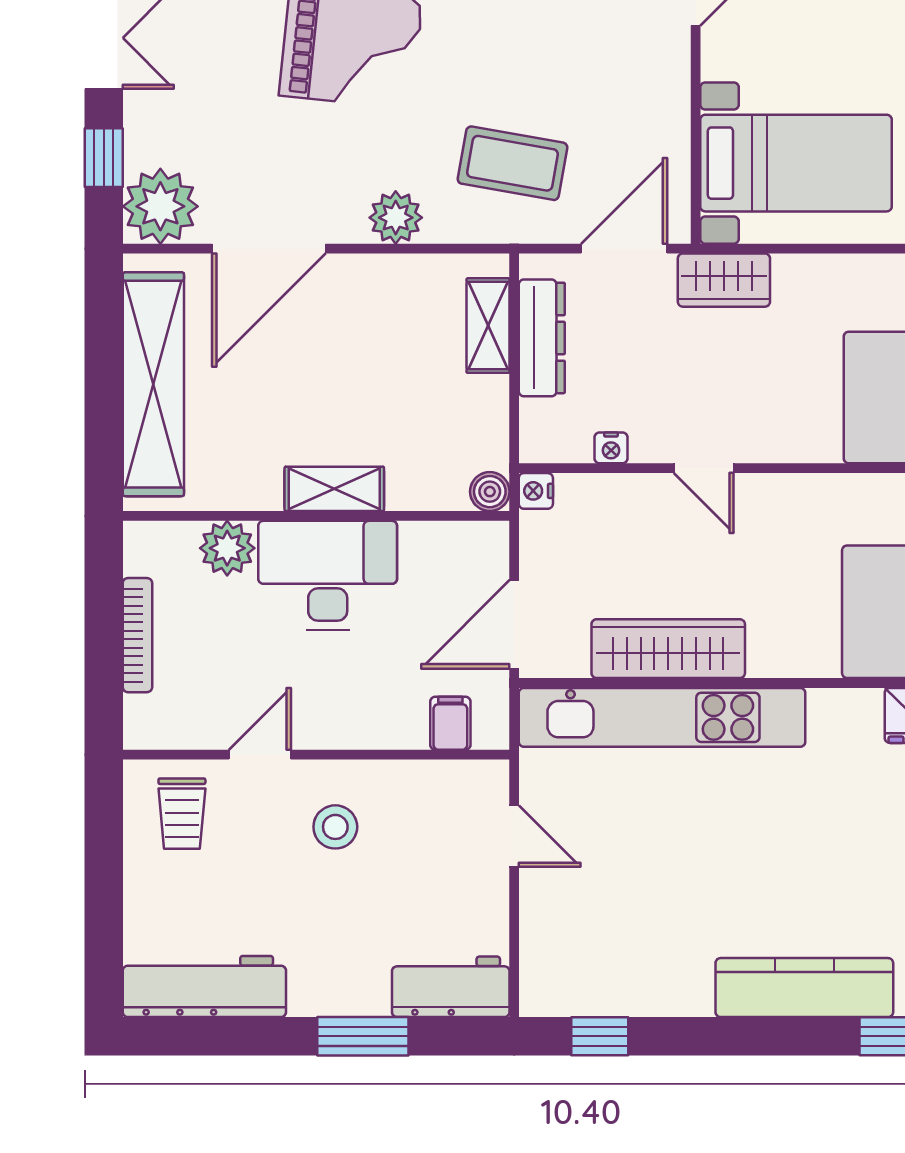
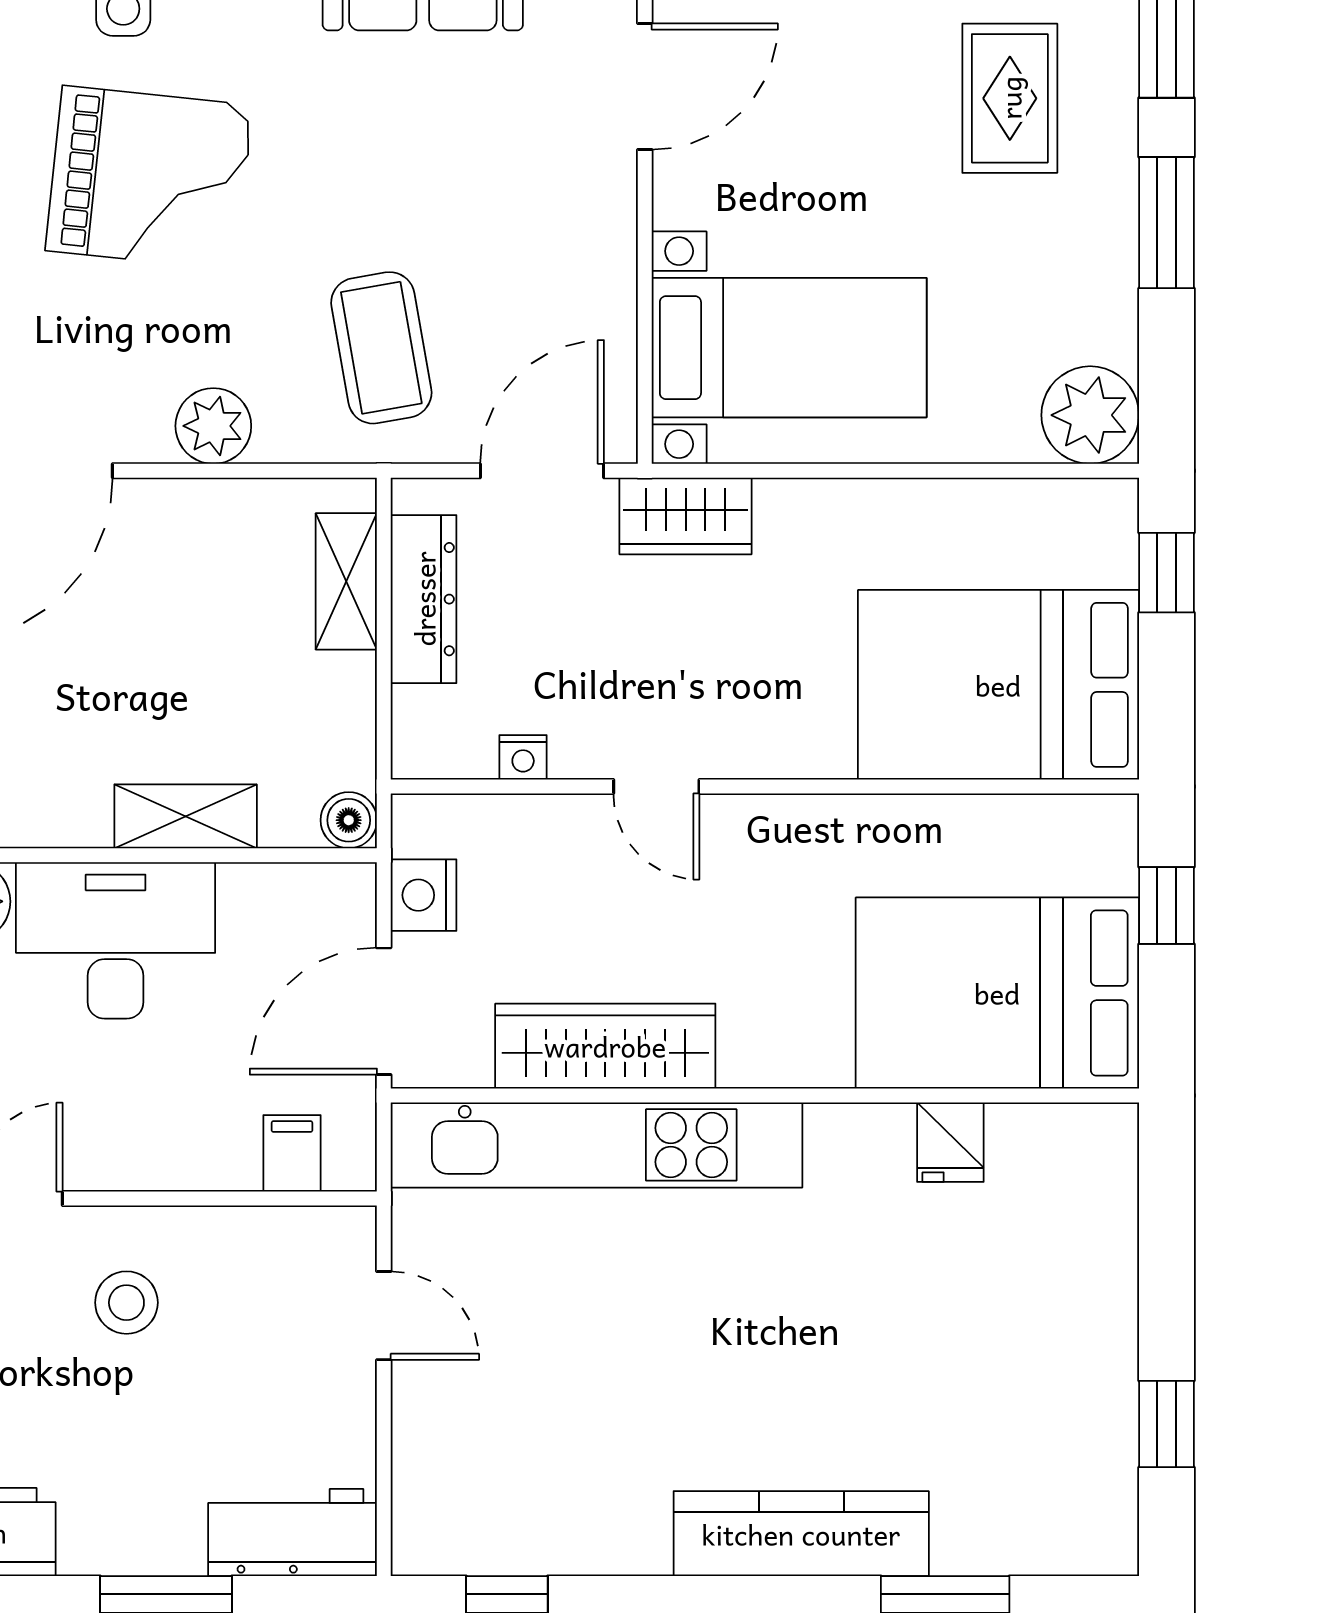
coffee table: (512, 163) -> (381, 348), turned 70
shelving: (334, 489) -> (186, 816), moved
nightstand: (536, 491) -> (424, 895), moved, width x1.39, depth x1.35

